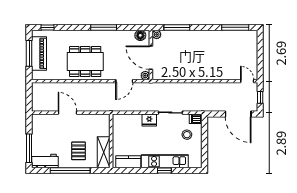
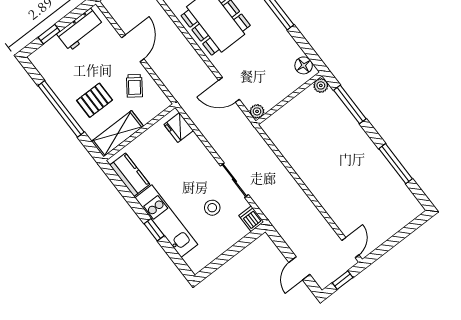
window: (235, 27) -> (396, 164), moved
door: (151, 58) -> (286, 101), removed
door: (238, 114) -> (299, 268), width x0.53
fridge: (149, 120) -> (179, 127), moved
trolley: (87, 126) -> (134, 86), added
stool: (187, 135) -> (212, 208), moved
window: (29, 148) -> (49, 34), width x0.46
workbench: (45, 161) -> (80, 30), moved, turned 90

